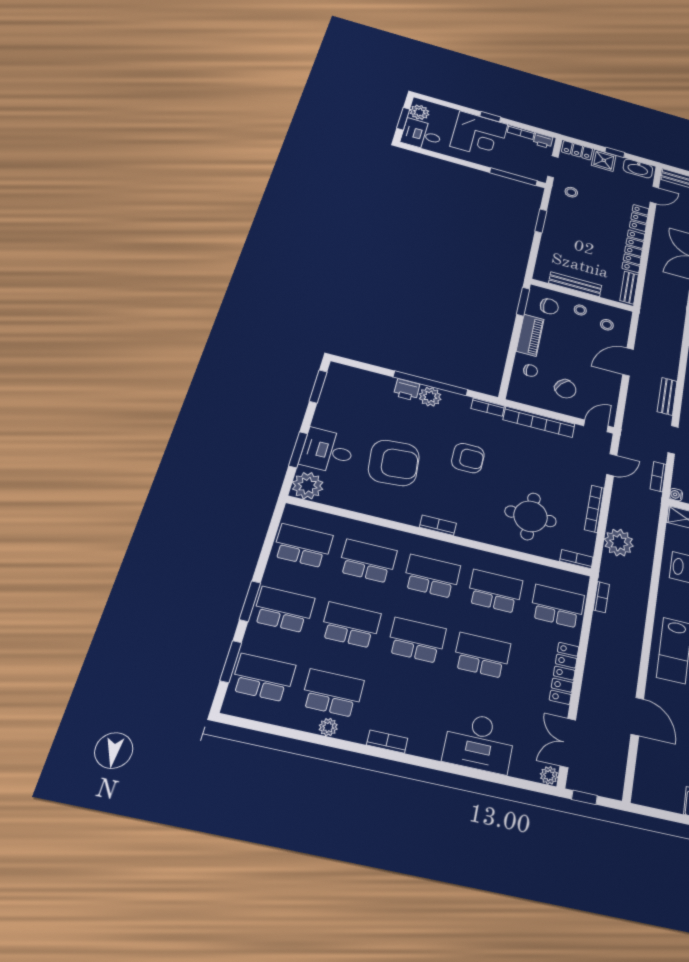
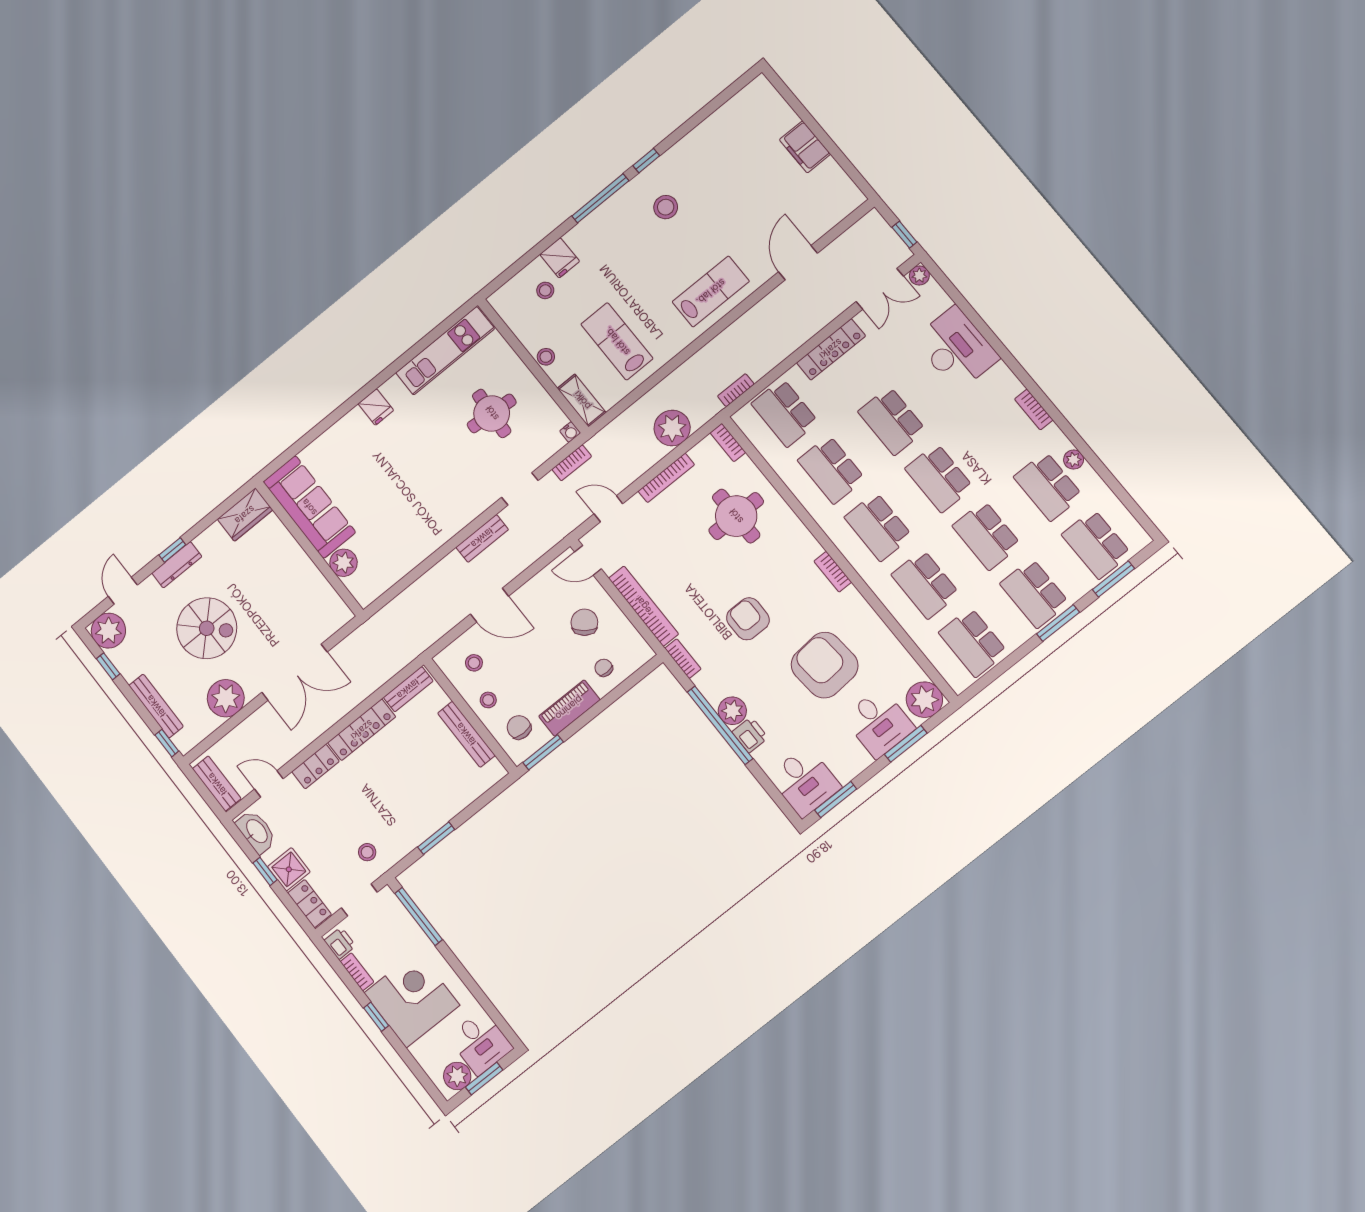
desk: (348, 385) -> (805, 781), added

